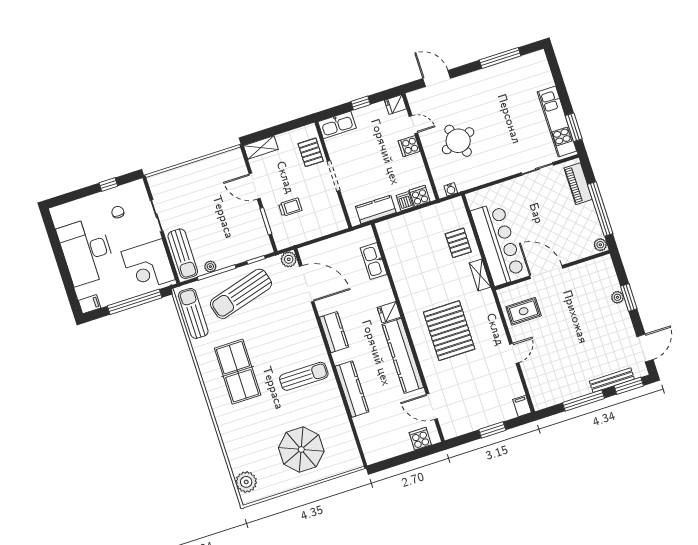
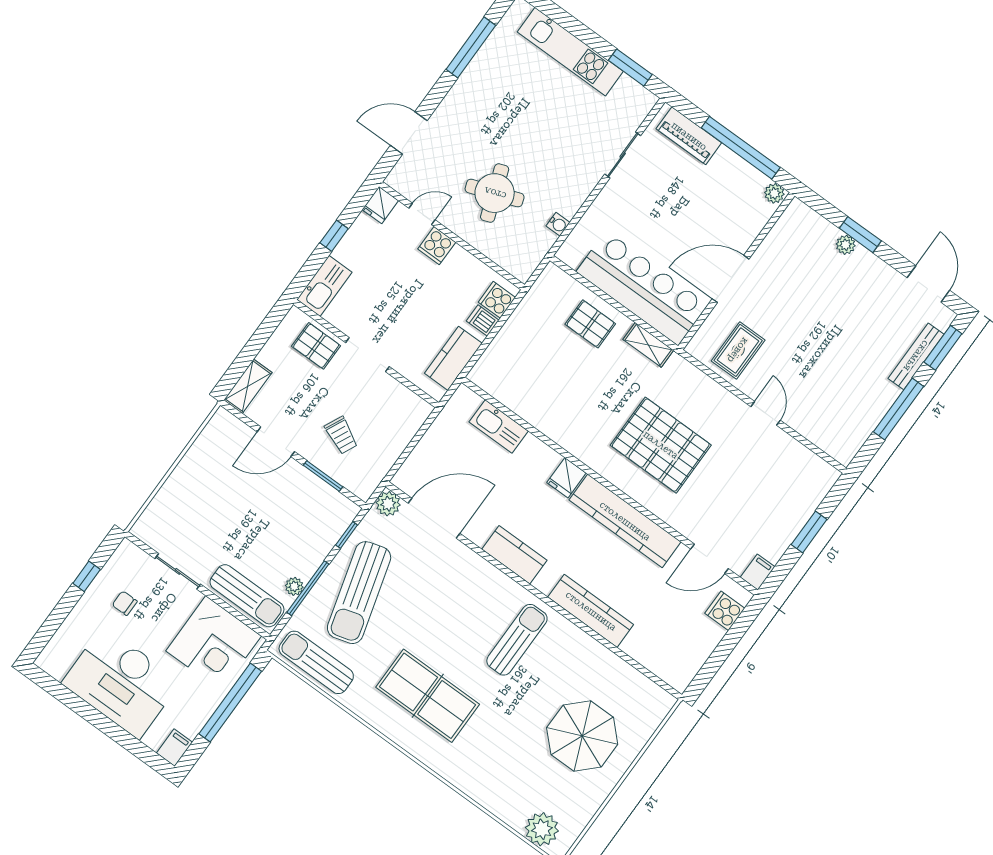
kitchen unit: (557, 121) -> (570, 52), moved
water cooler: (451, 189) -> (558, 224), moved
trolley: (290, 207) -> (341, 435), turned 115
filing cabinet: (522, 406) -> (758, 572), moved, turned 90

